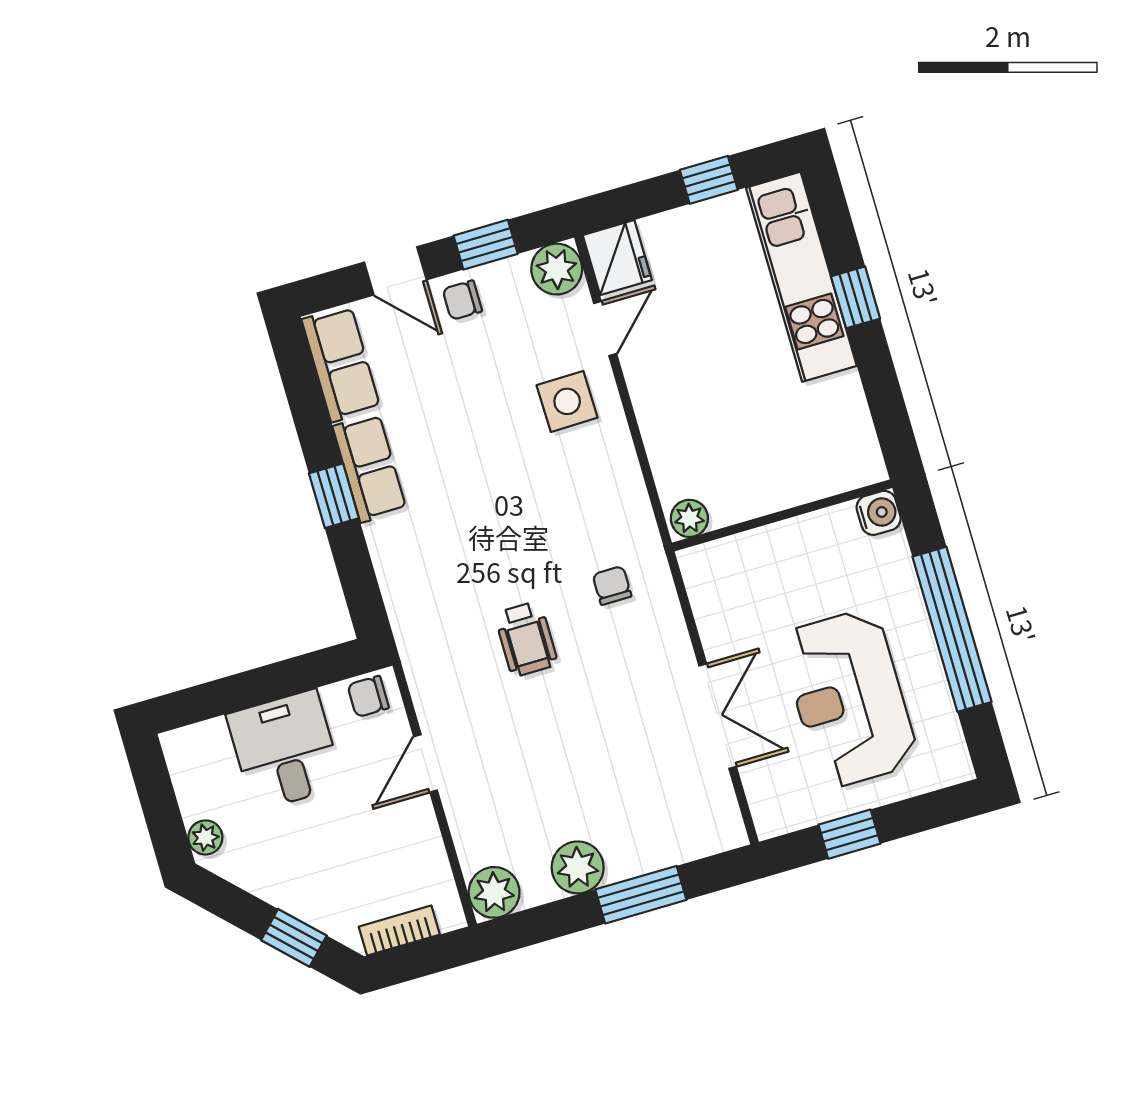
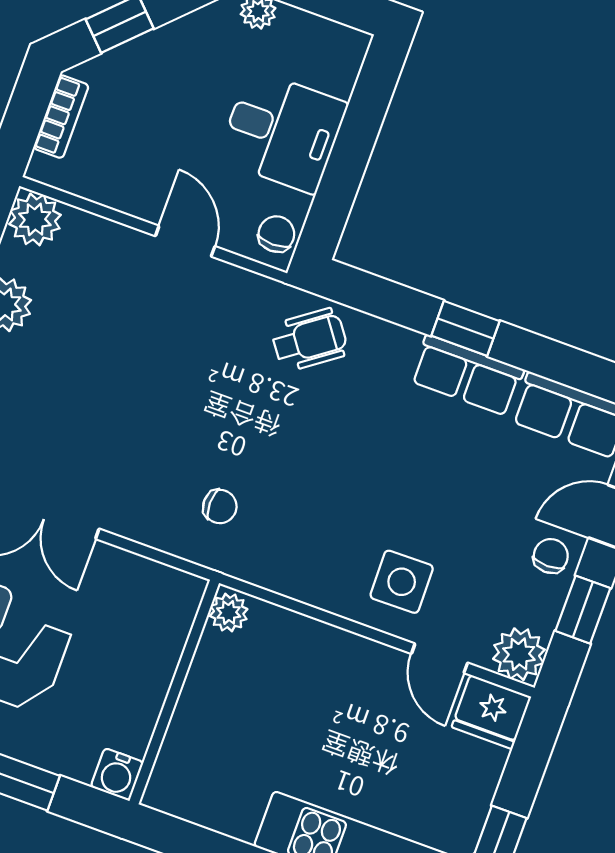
wheelchair: (526, 639) -> (310, 340), moved, turned 144

